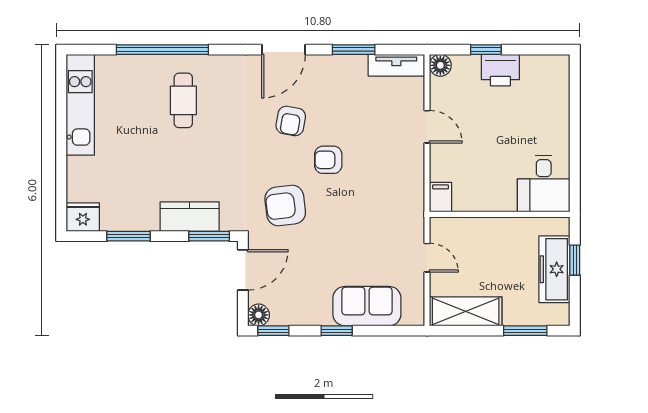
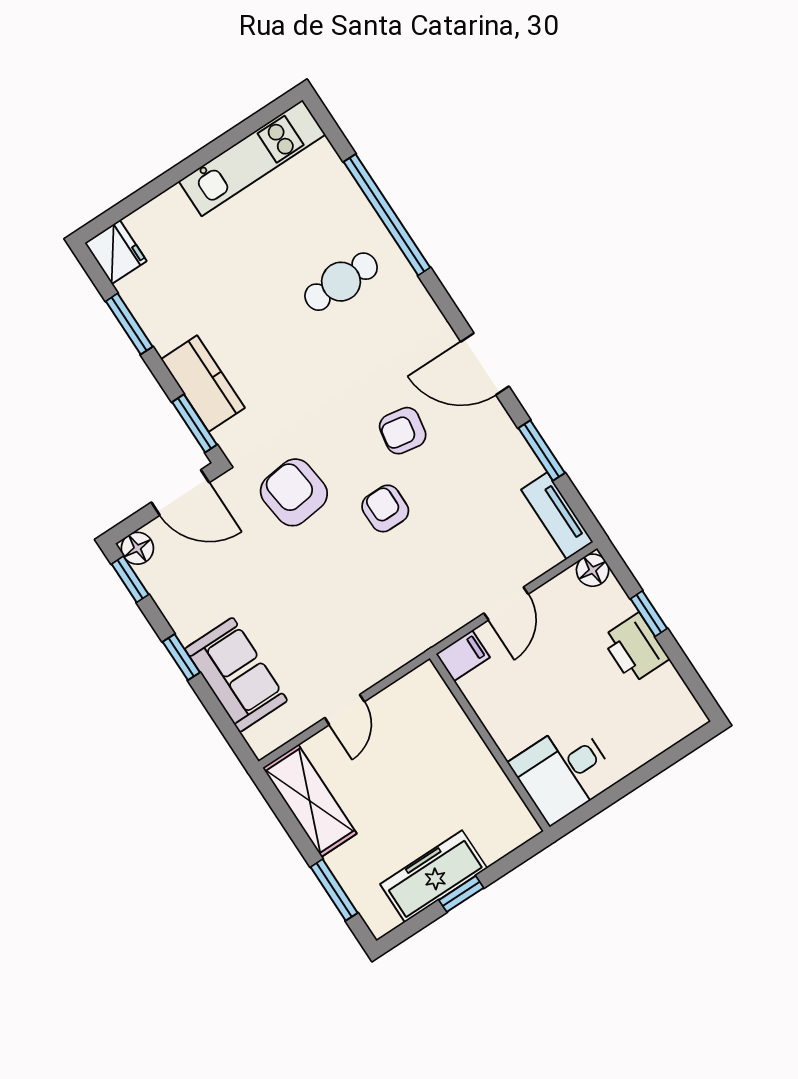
desk: (544, 184) -> (563, 772), moved
filing cabinet: (441, 197) -> (463, 656), moved
wall: (500, 214) -> (490, 743), moved

